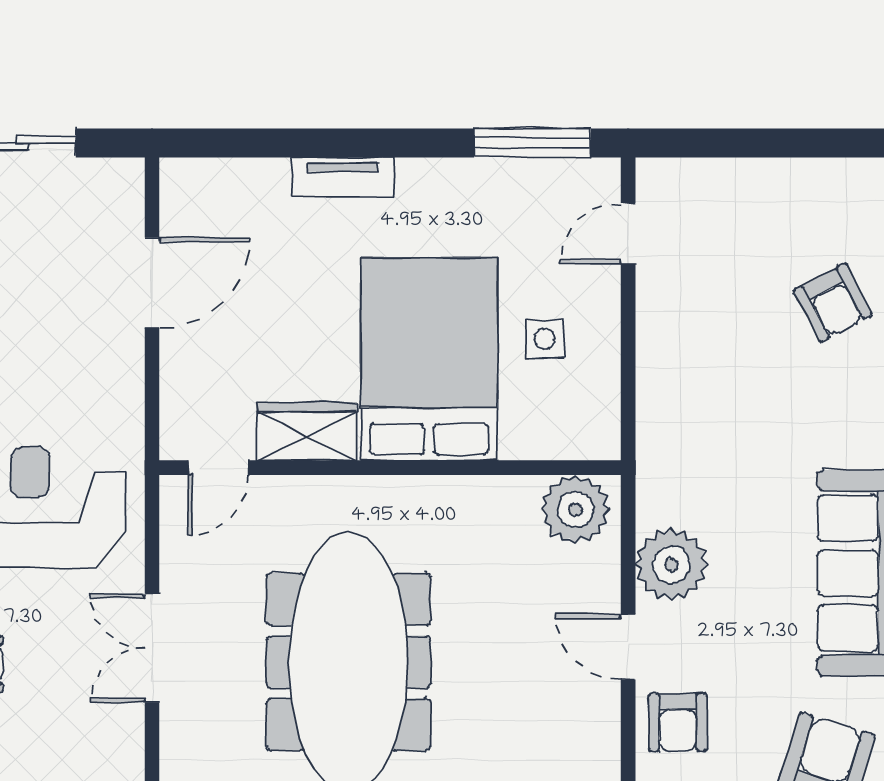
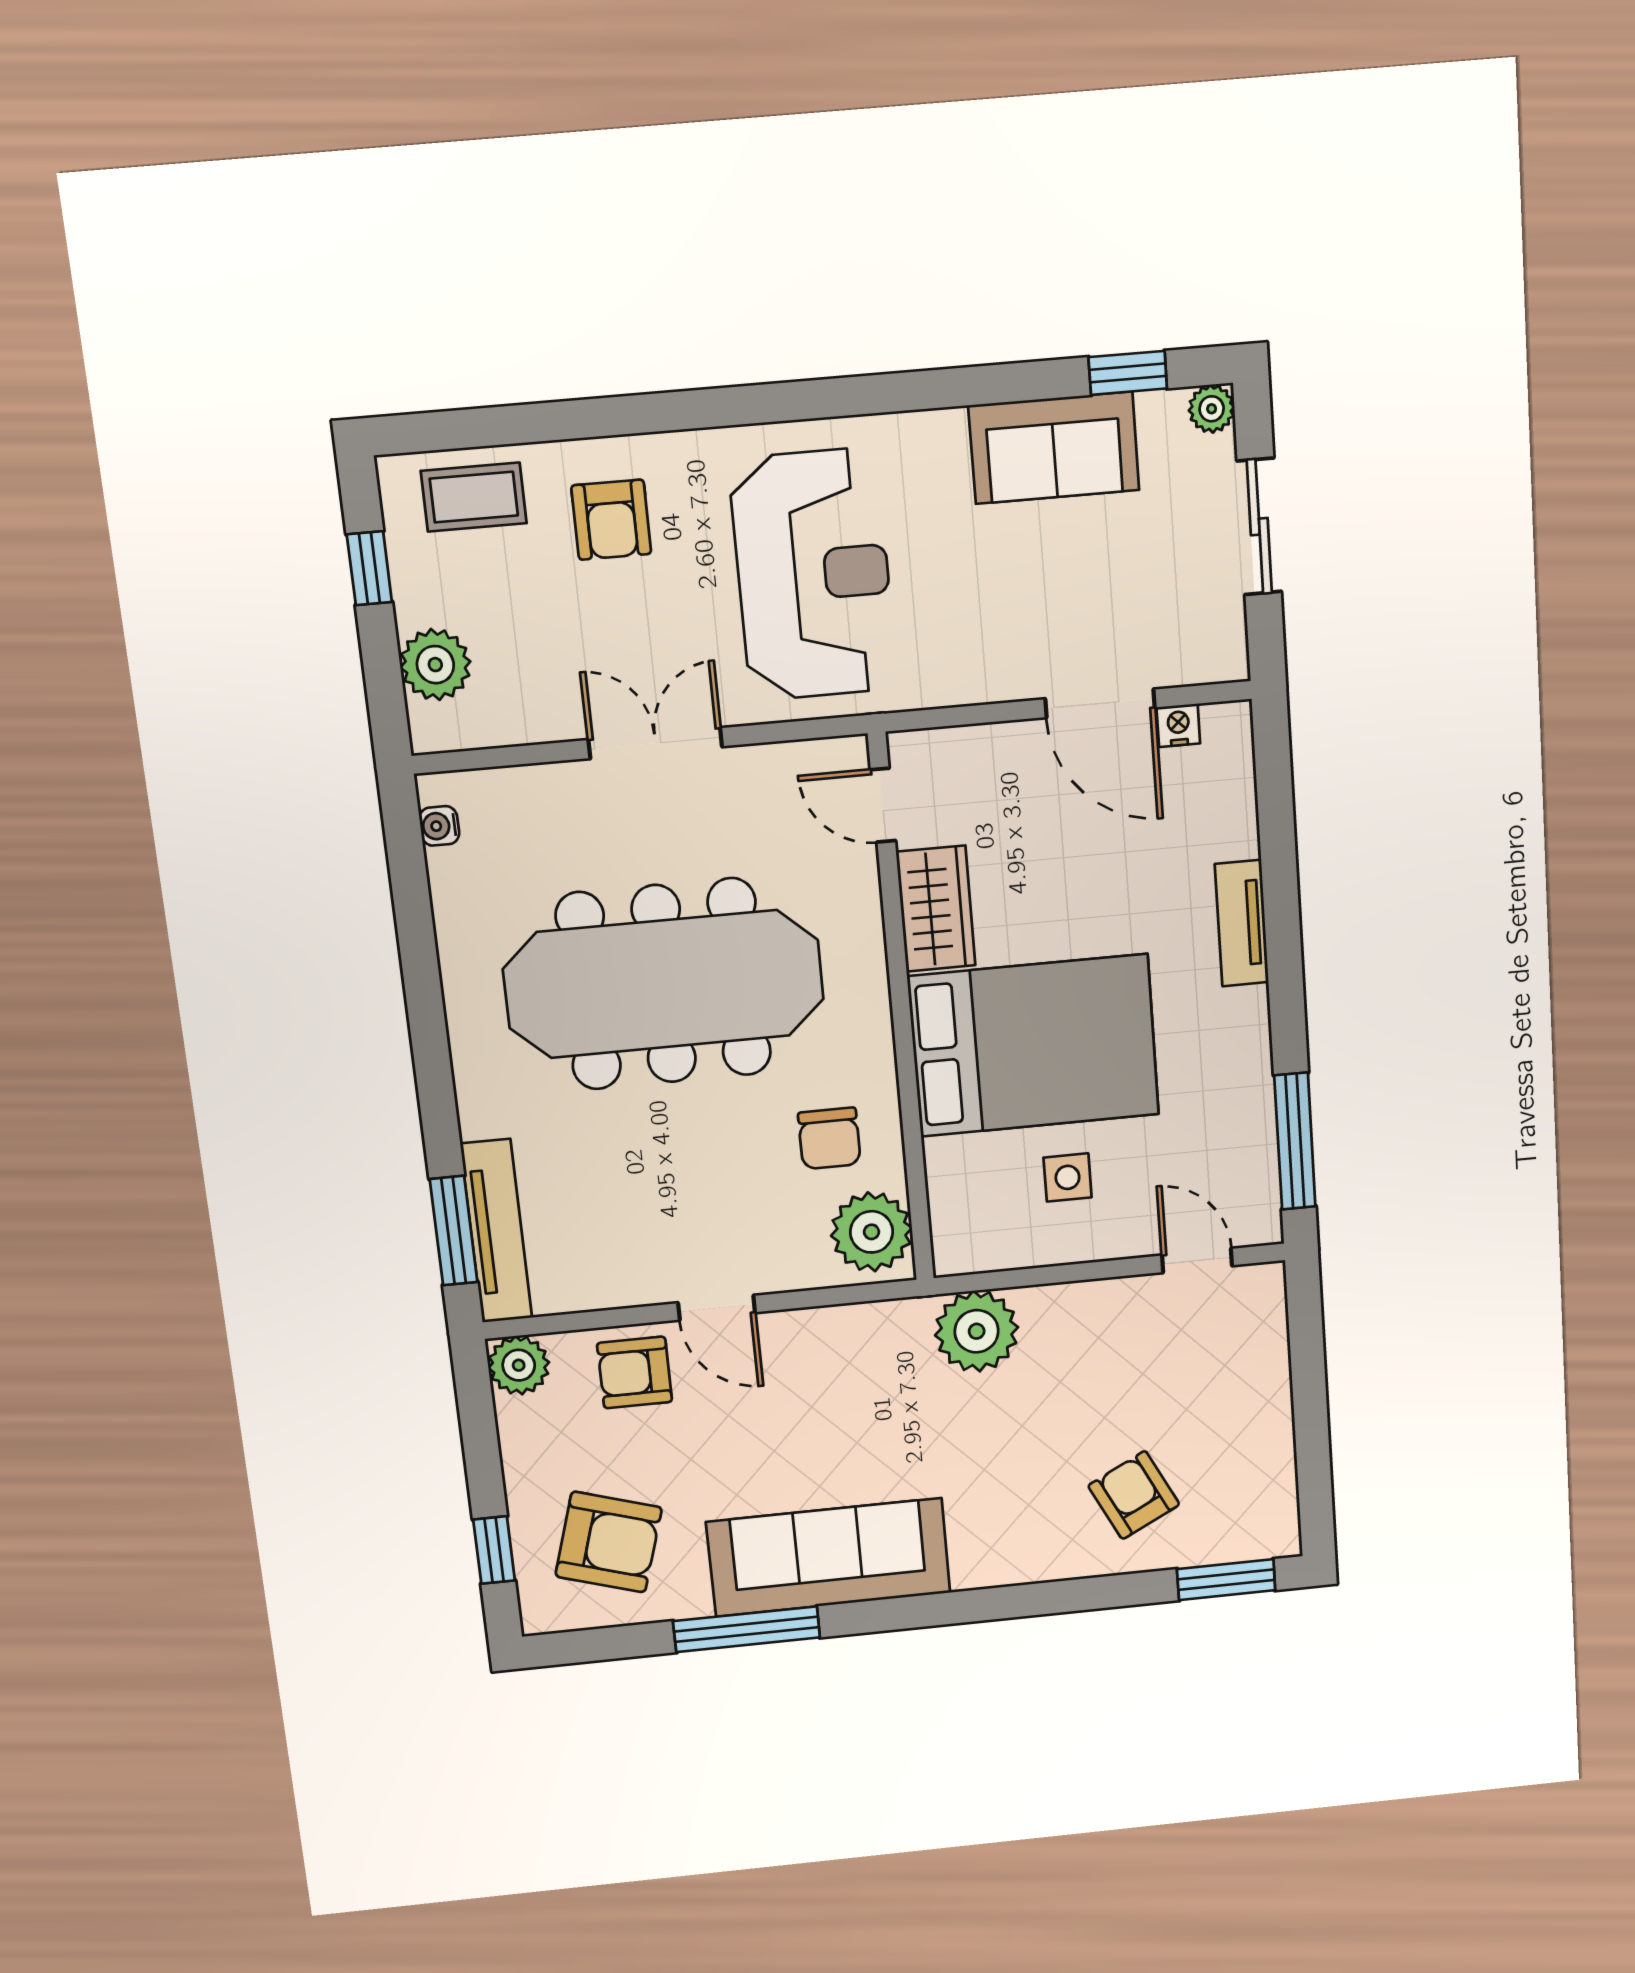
nightstand: (175, 219) -> (1178, 725), added
armchair: (833, 303) -> (1134, 1495), turned 91
chair: (491, 537) -> (829, 1138), added
plant: (671, 565) -> (977, 1331), moved
door: (628, 647) -> (717, 1308), swing flipped

